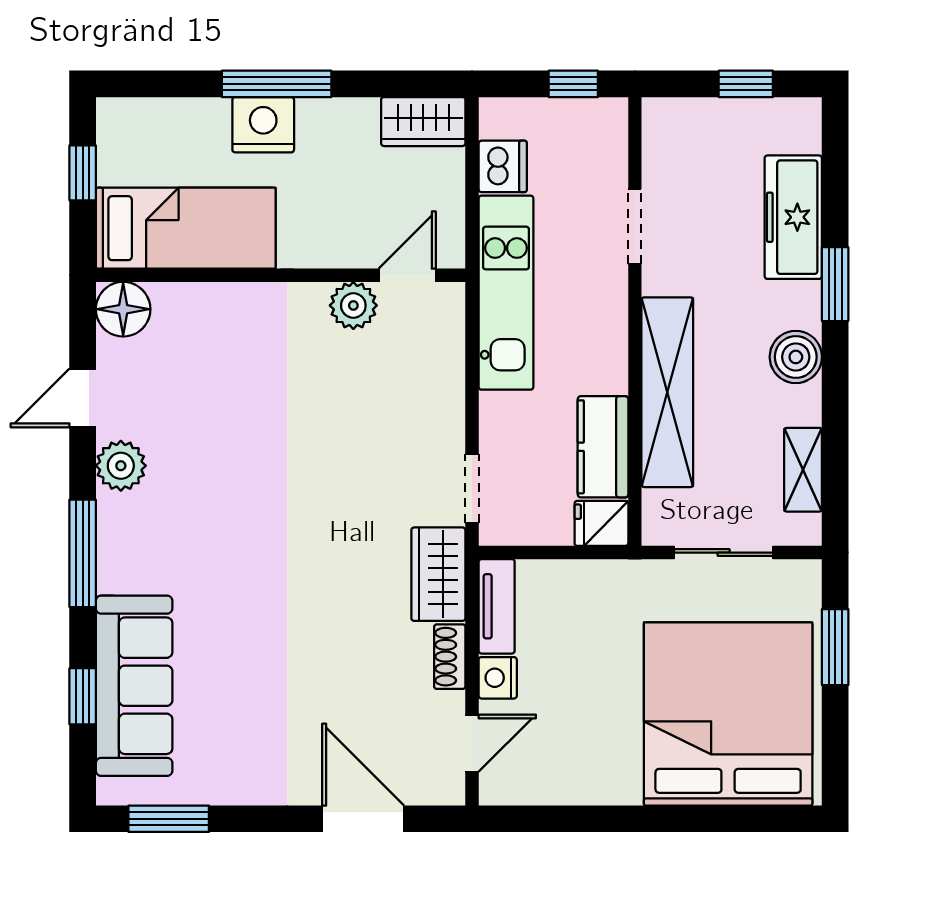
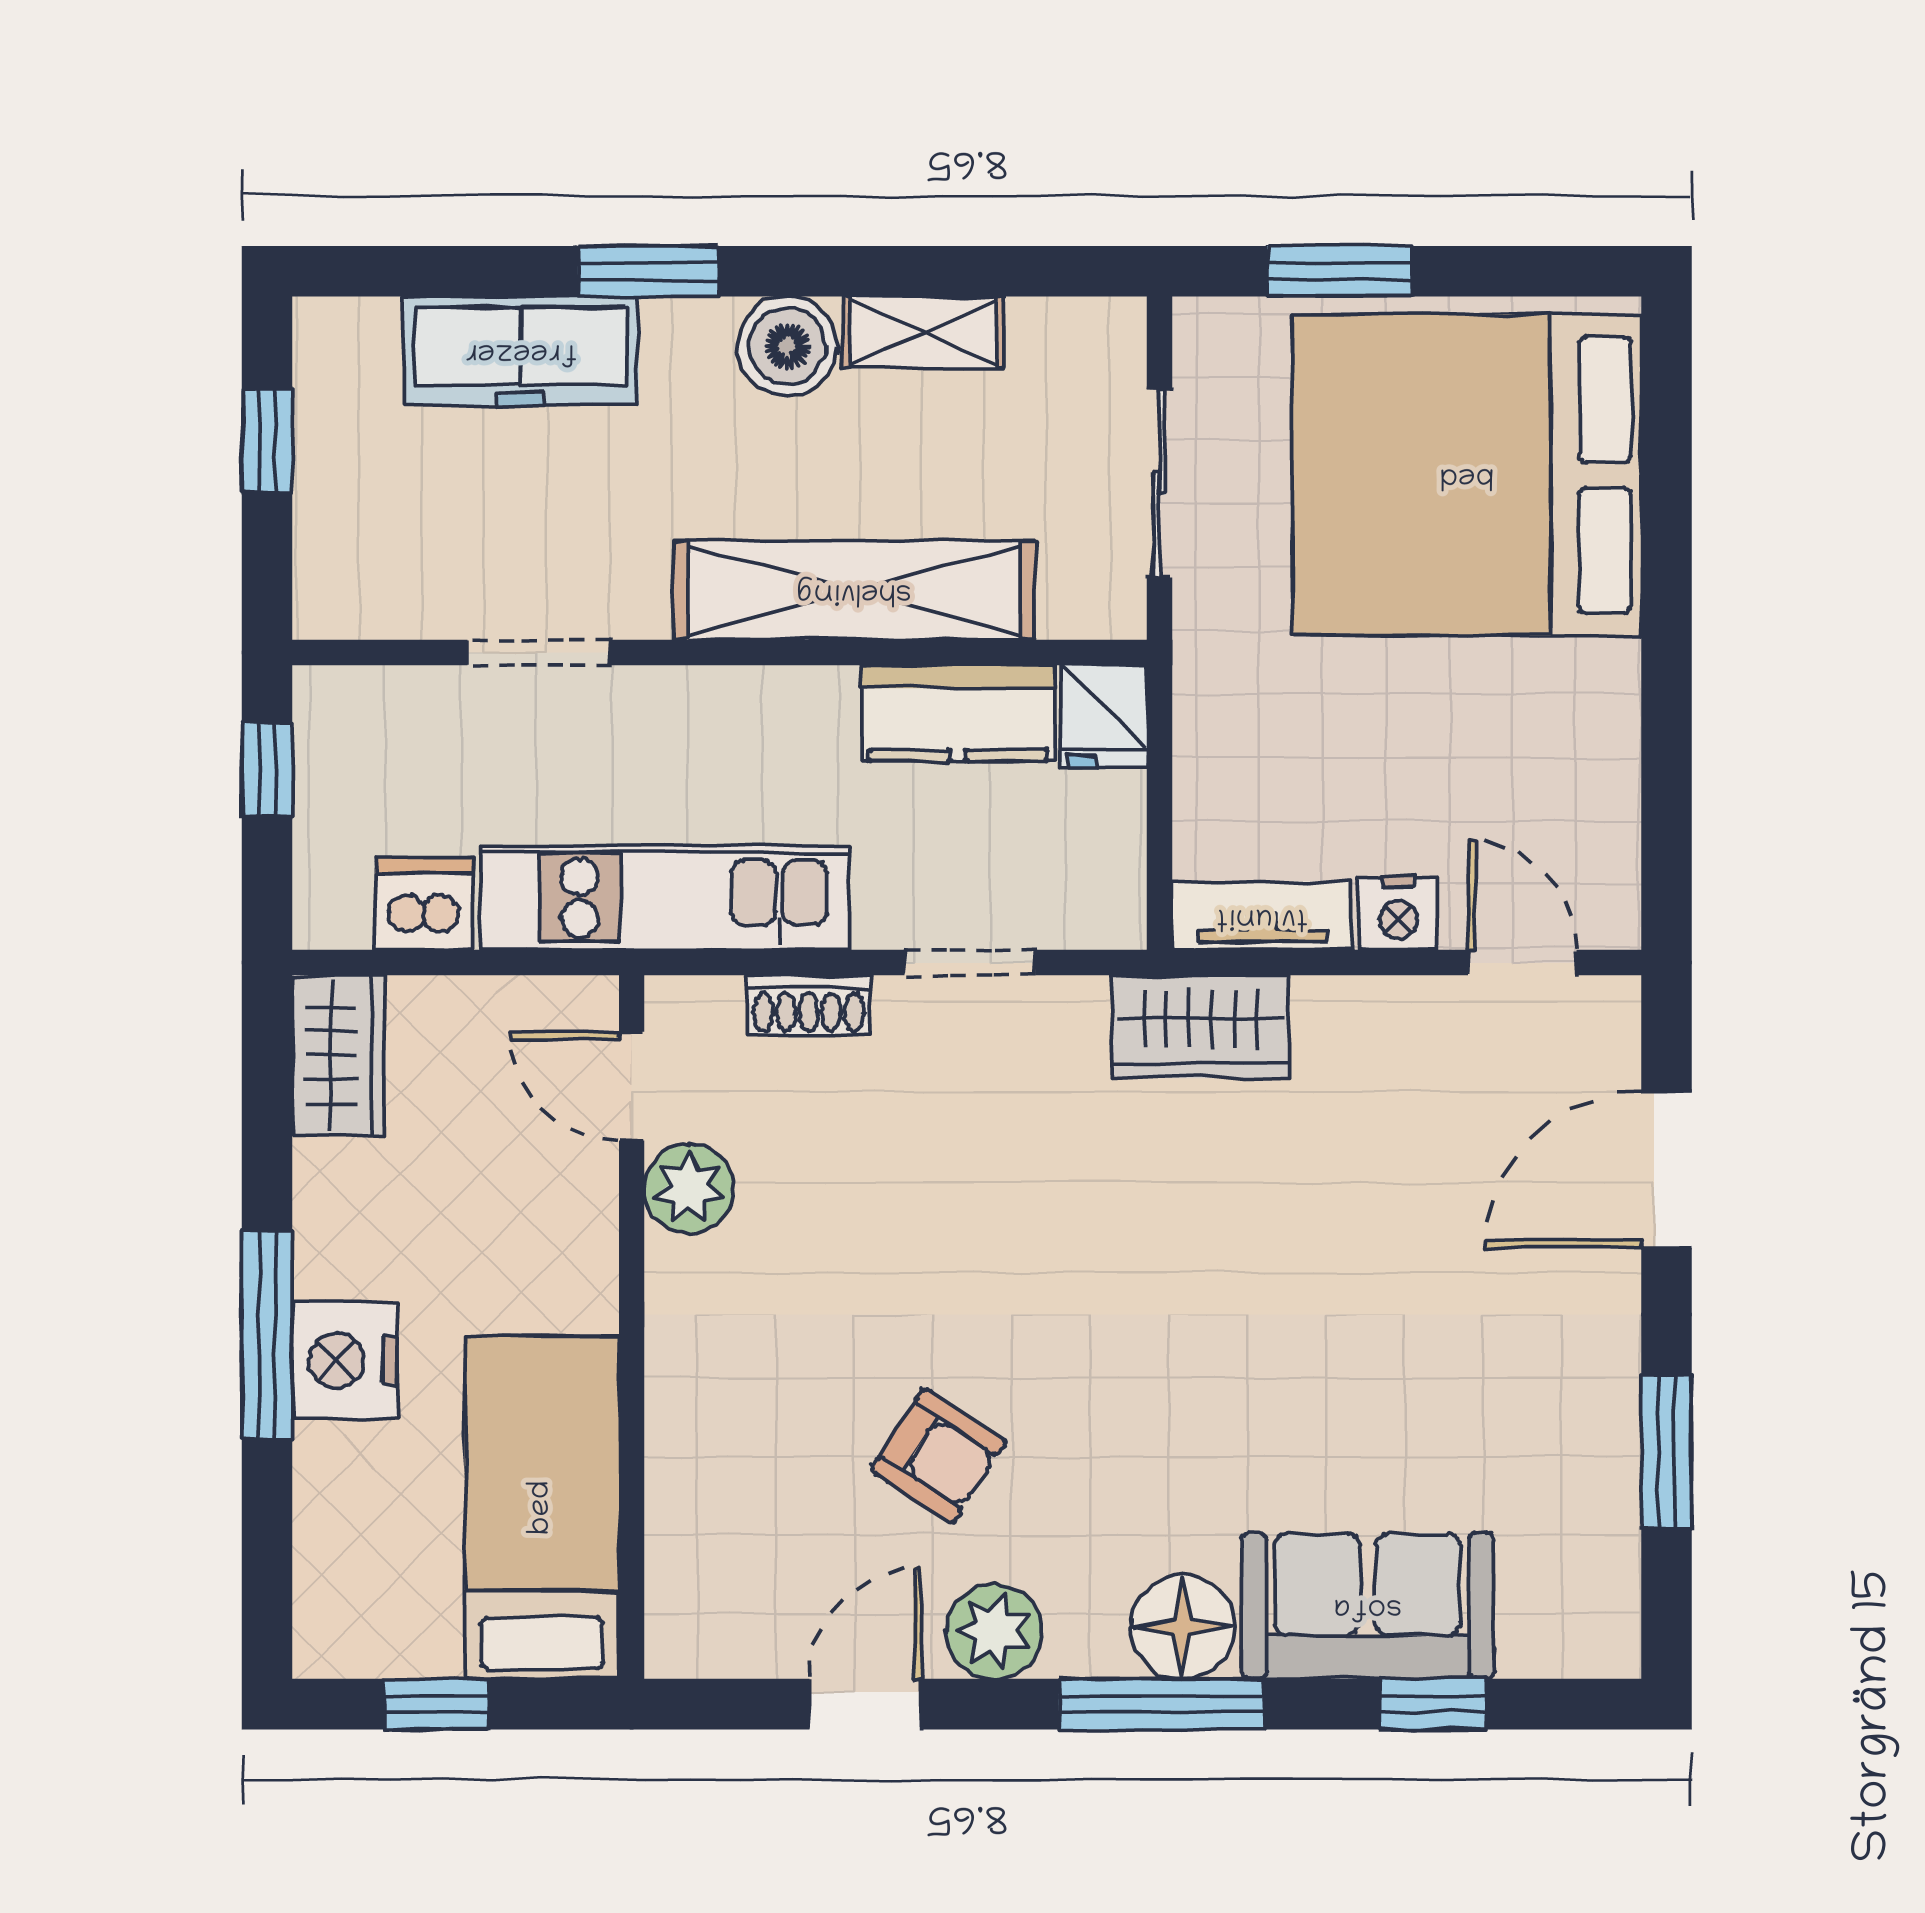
floor lamp: (123, 309) -> (1183, 1627), moved
door: (83, 398) -> (865, 1704), swing flipped
armchair: (213, 436) -> (939, 1456), added
shelving: (803, 470) -> (923, 332), moved
doorway: (472, 488) -> (970, 963), moved
shoe rack: (450, 657) -> (809, 1005), moved
sofa: (134, 686) -> (1368, 1606), width x0.73
window: (169, 819) -> (1667, 1451), moved

